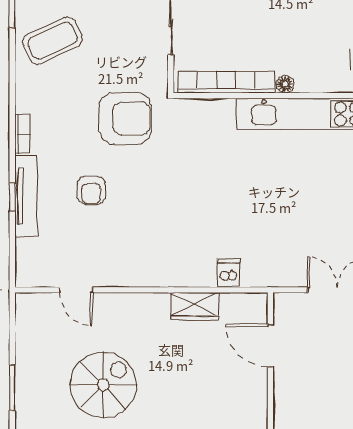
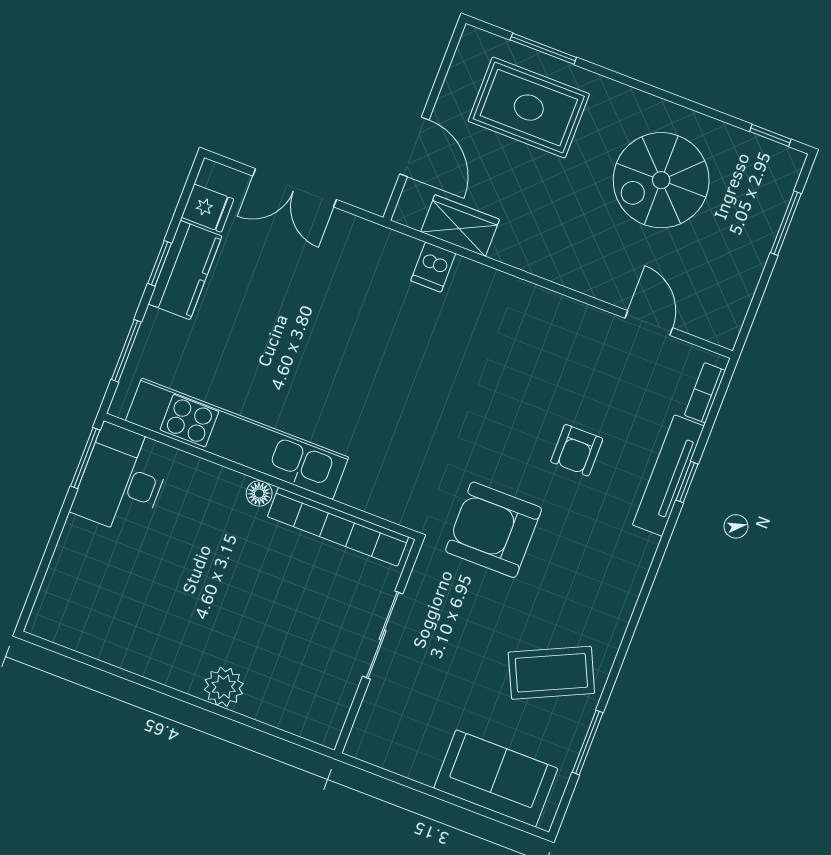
bookcase: (23, 134) -> (705, 393), moved
armchair: (91, 190) -> (577, 450), turned 180
wardrobe: (195, 306) -> (460, 226), moved
rug: (206, 399) -> (529, 108), added

